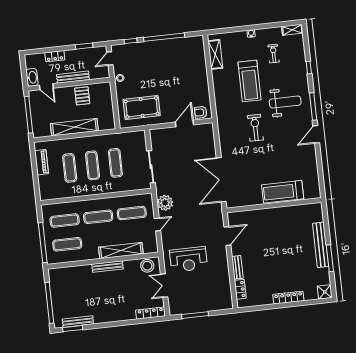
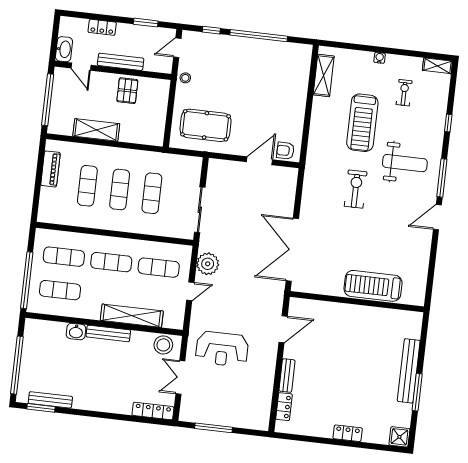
shelving: (74, 127) -> (96, 130), width x0.68
washbasin: (85, 270) -> (76, 332), added
locker: (288, 298) -> (348, 433), width x0.66

